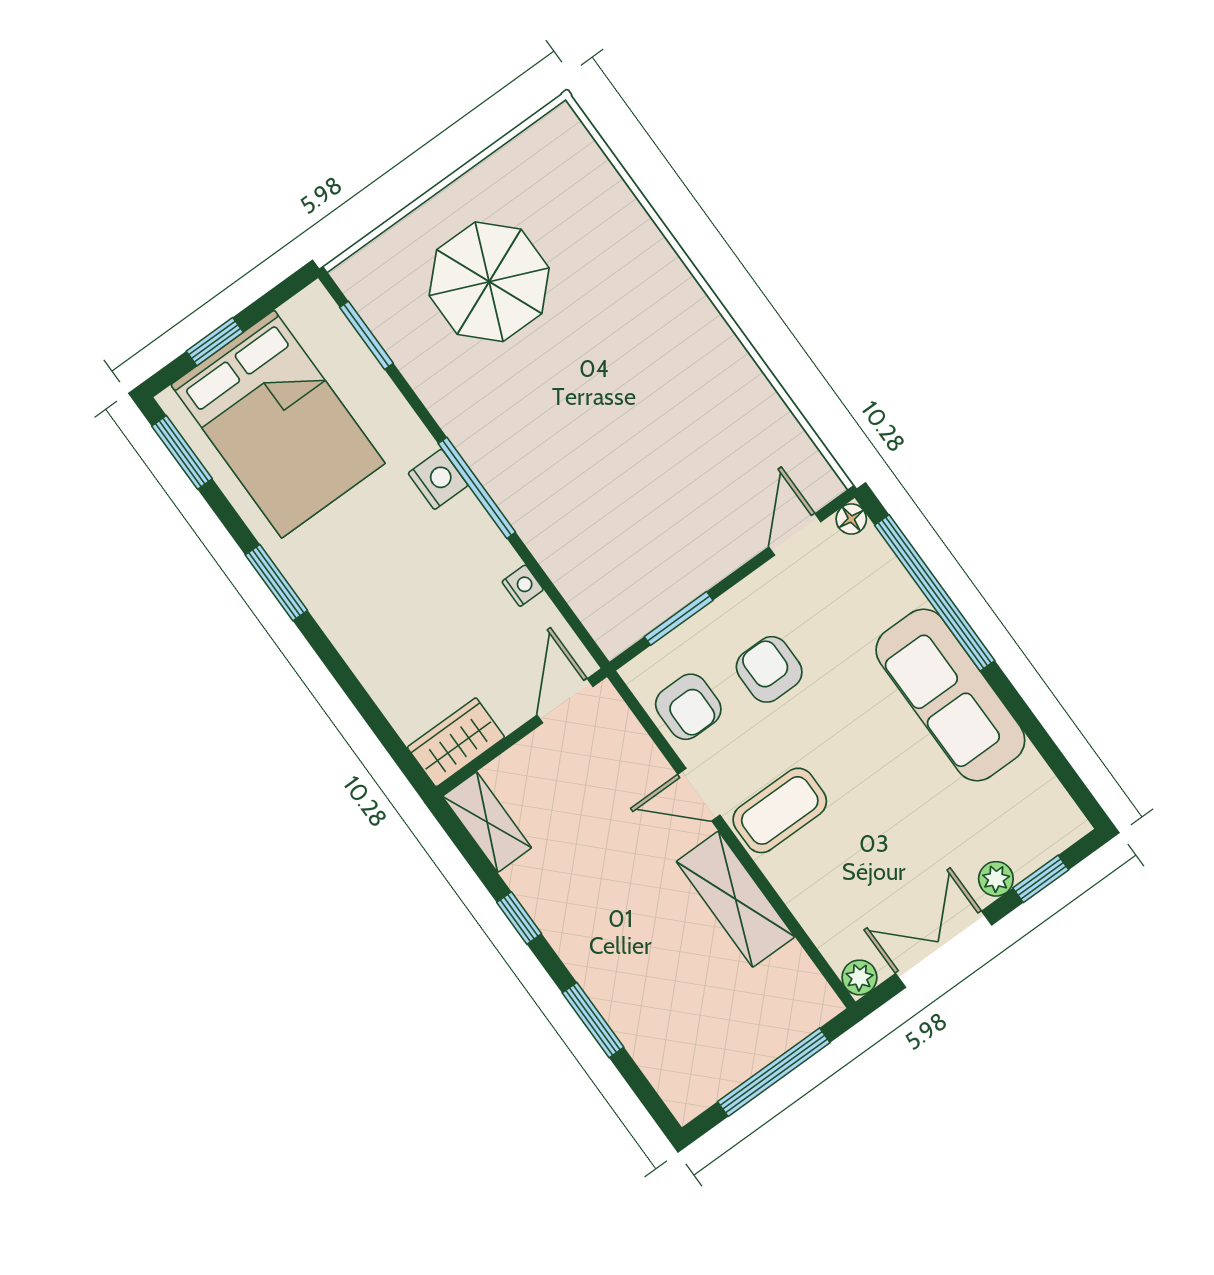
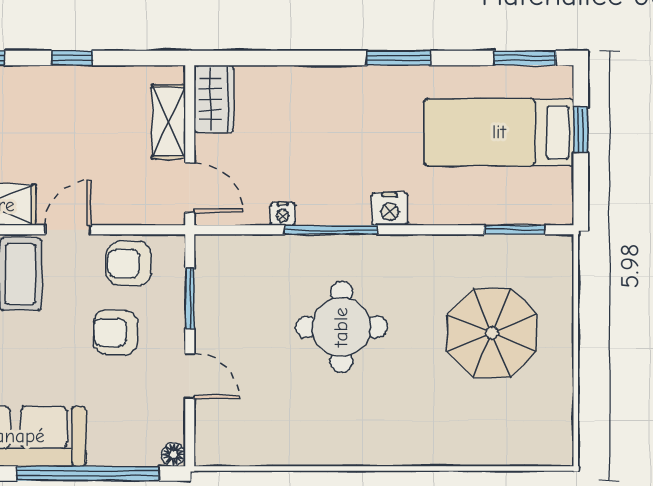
bed: (278, 424) -> (499, 132), width x0.67
round table: (595, 441) -> (341, 327), added
window: (477, 488) -> (331, 230), moved
door: (795, 534) -> (190, 376), moved
armchair: (769, 669) -> (115, 332), turned 180
shelving: (487, 822) -> (169, 122), moved, turned 90

